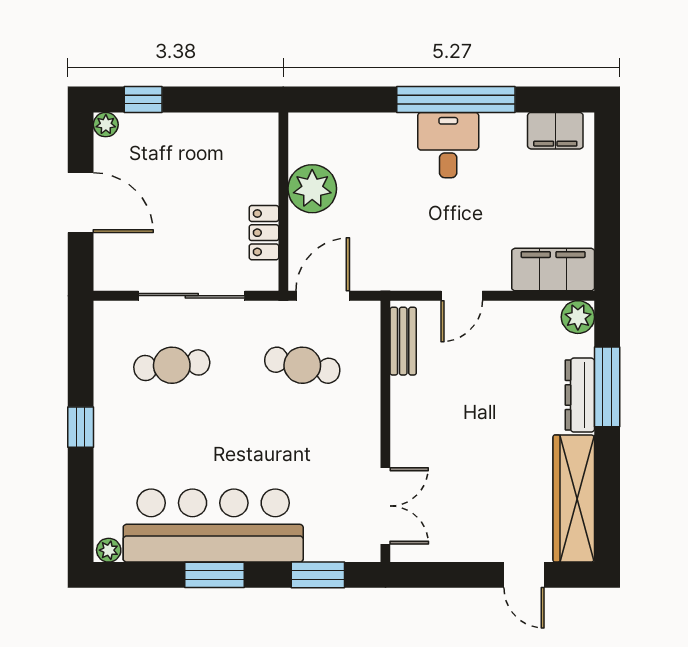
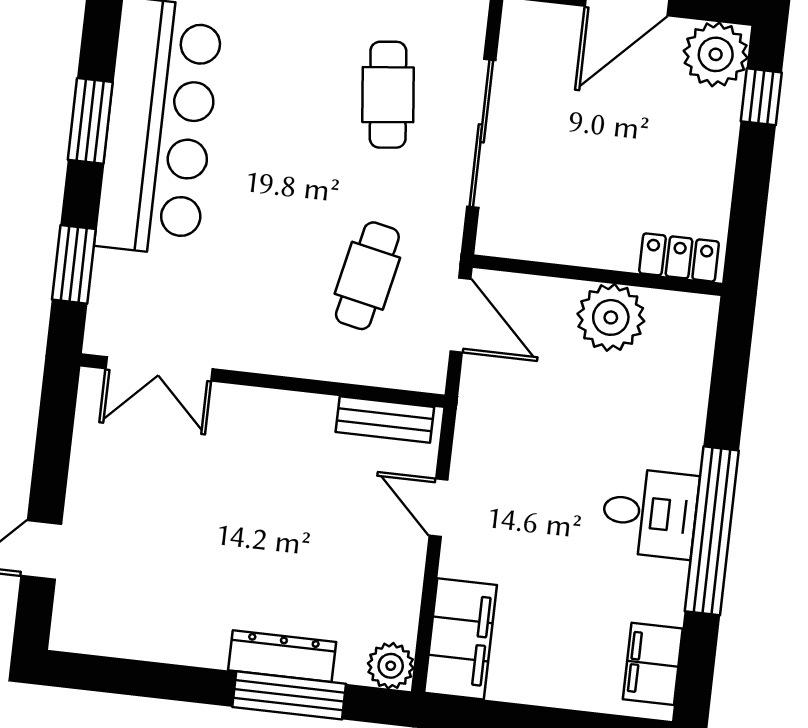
plant: (106, 125) -> (716, 54), width x1.88, depth x1.88
locker: (264, 233) -> (679, 257), moved
wardrobe: (574, 498) -> (140, 631), removed

